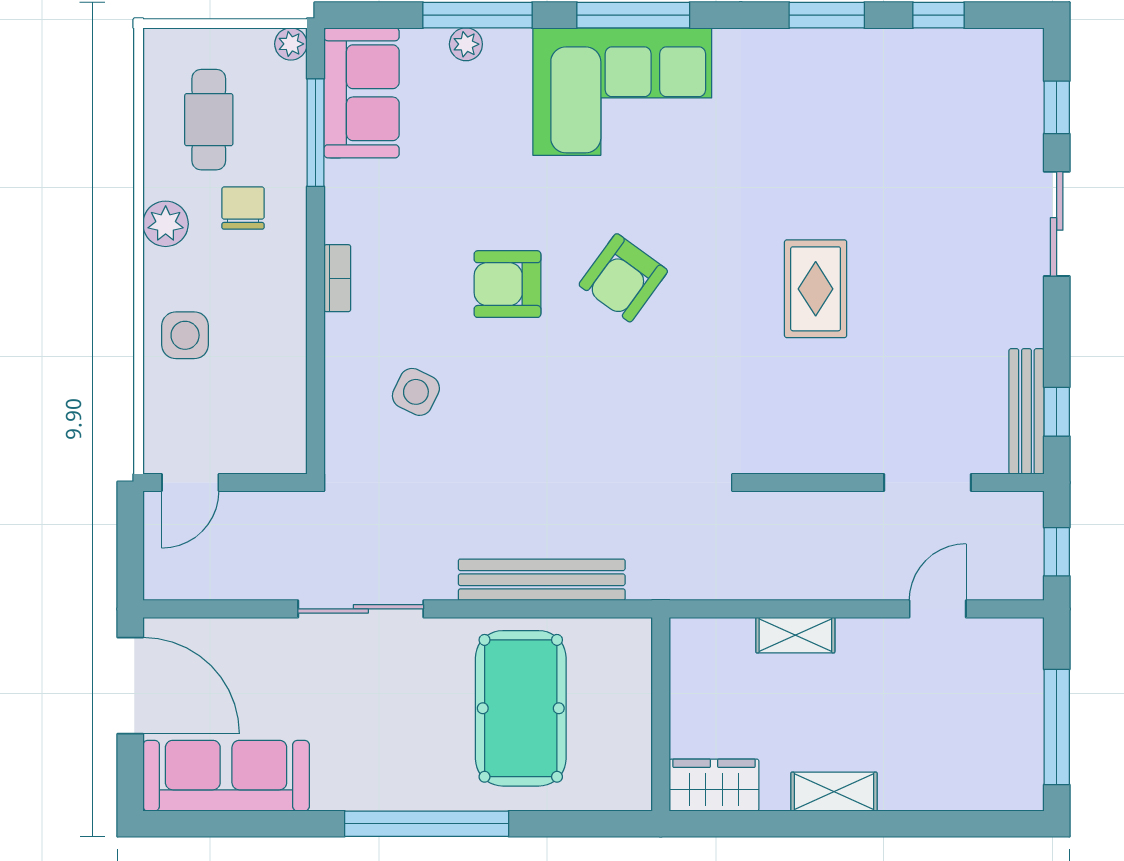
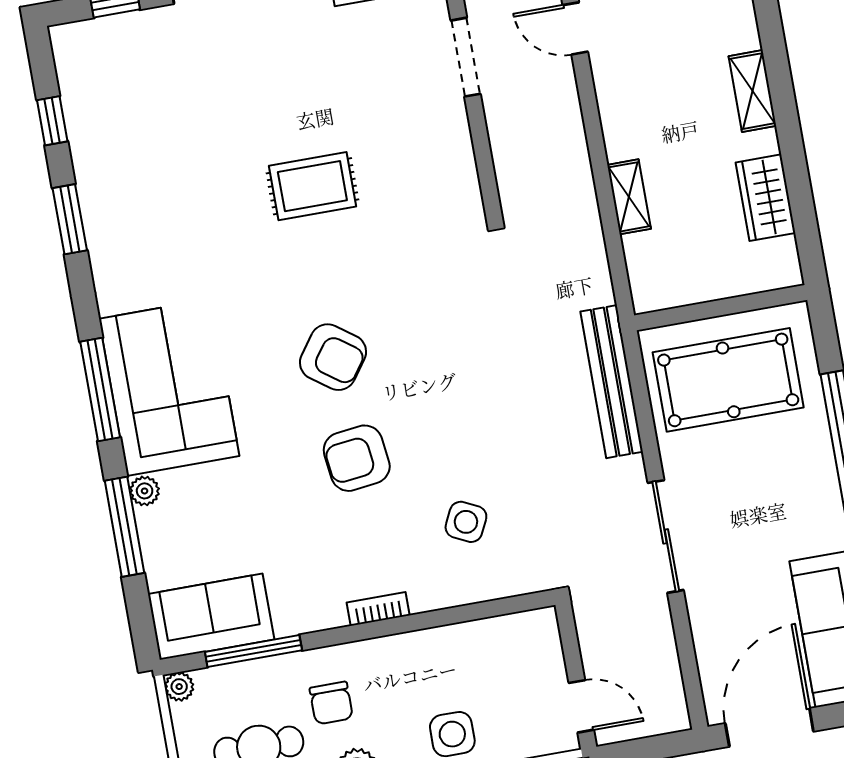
plant: (466, 44) -> (145, 491), moved
chair: (243, 208) -> (331, 703), turned -90
armchair: (507, 284) -> (357, 458), turned 83
shelving: (795, 635) -> (629, 197), moved
wall: (661, 714) -> (721, 308), moved

